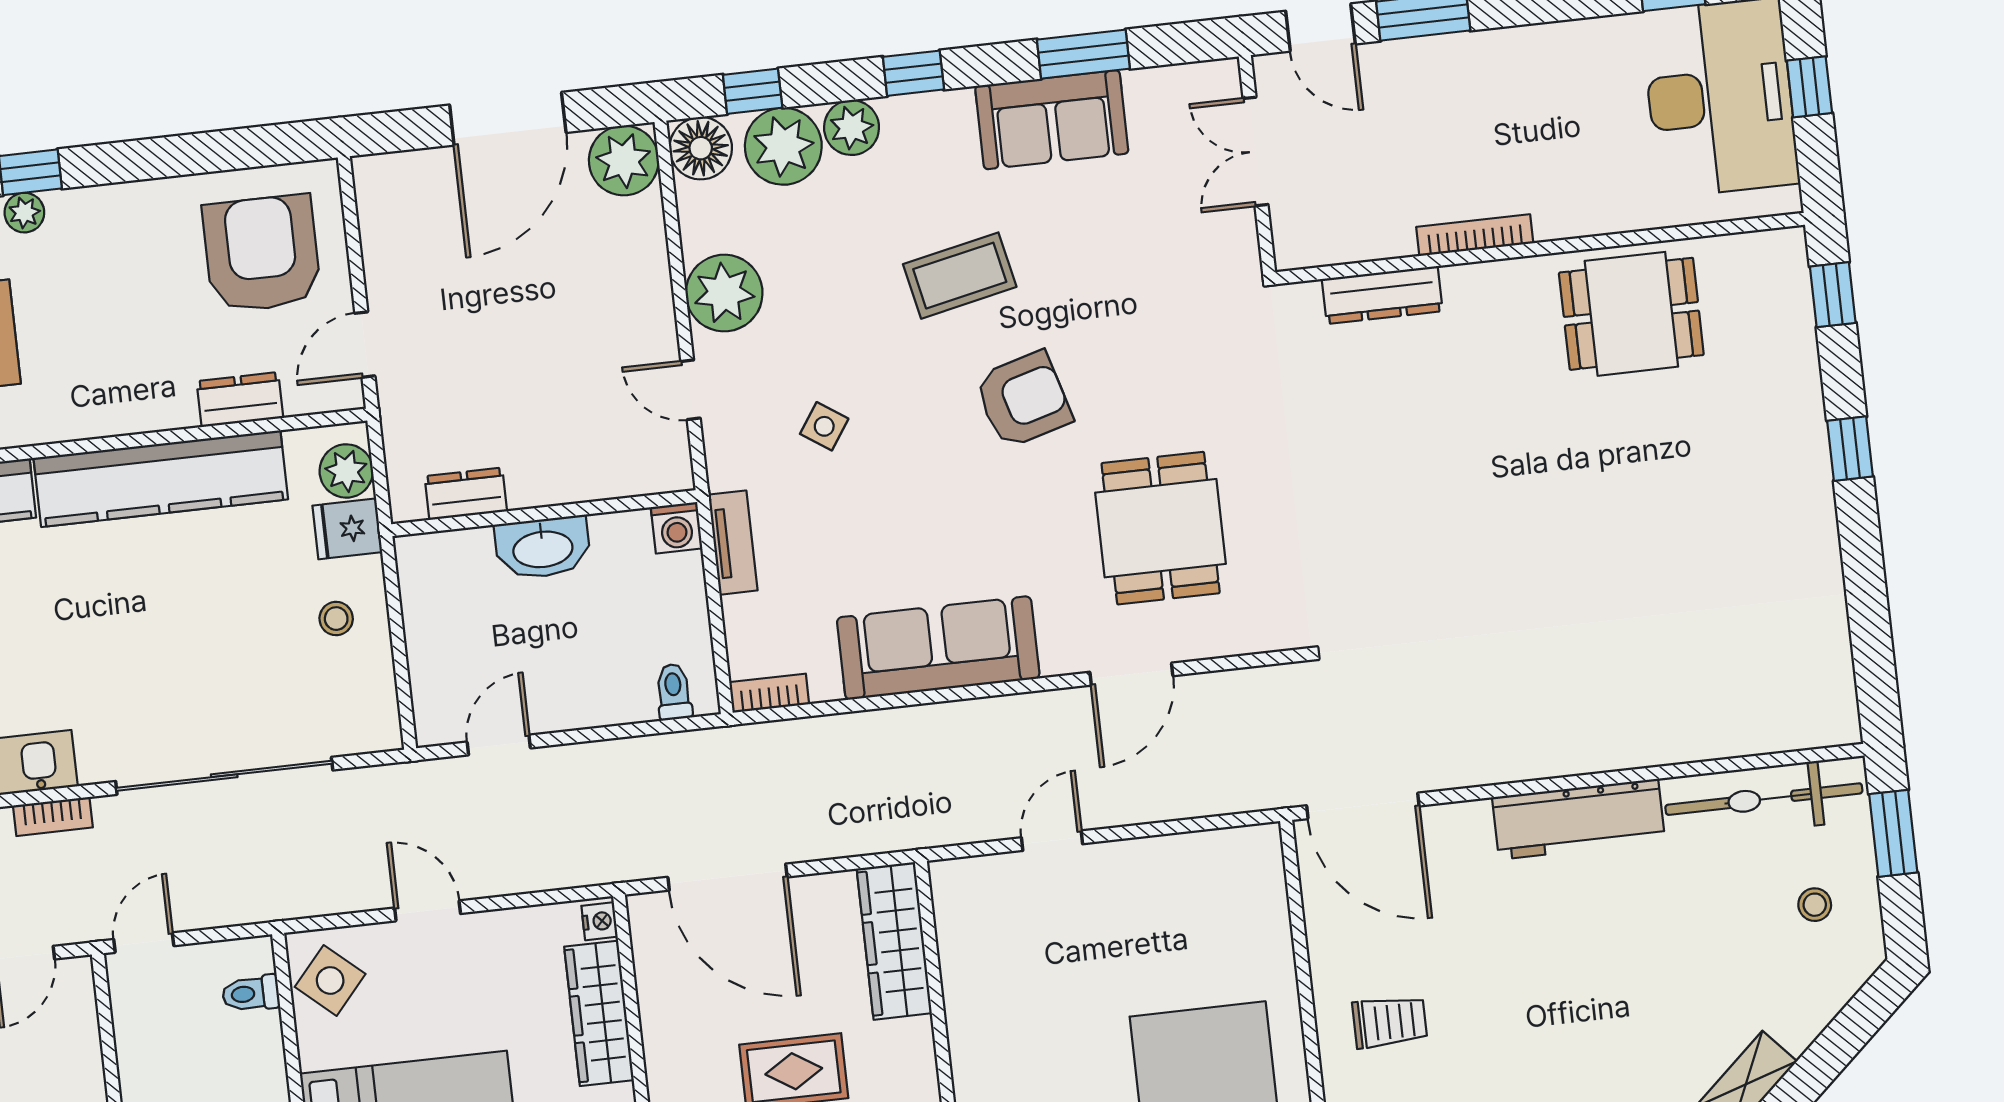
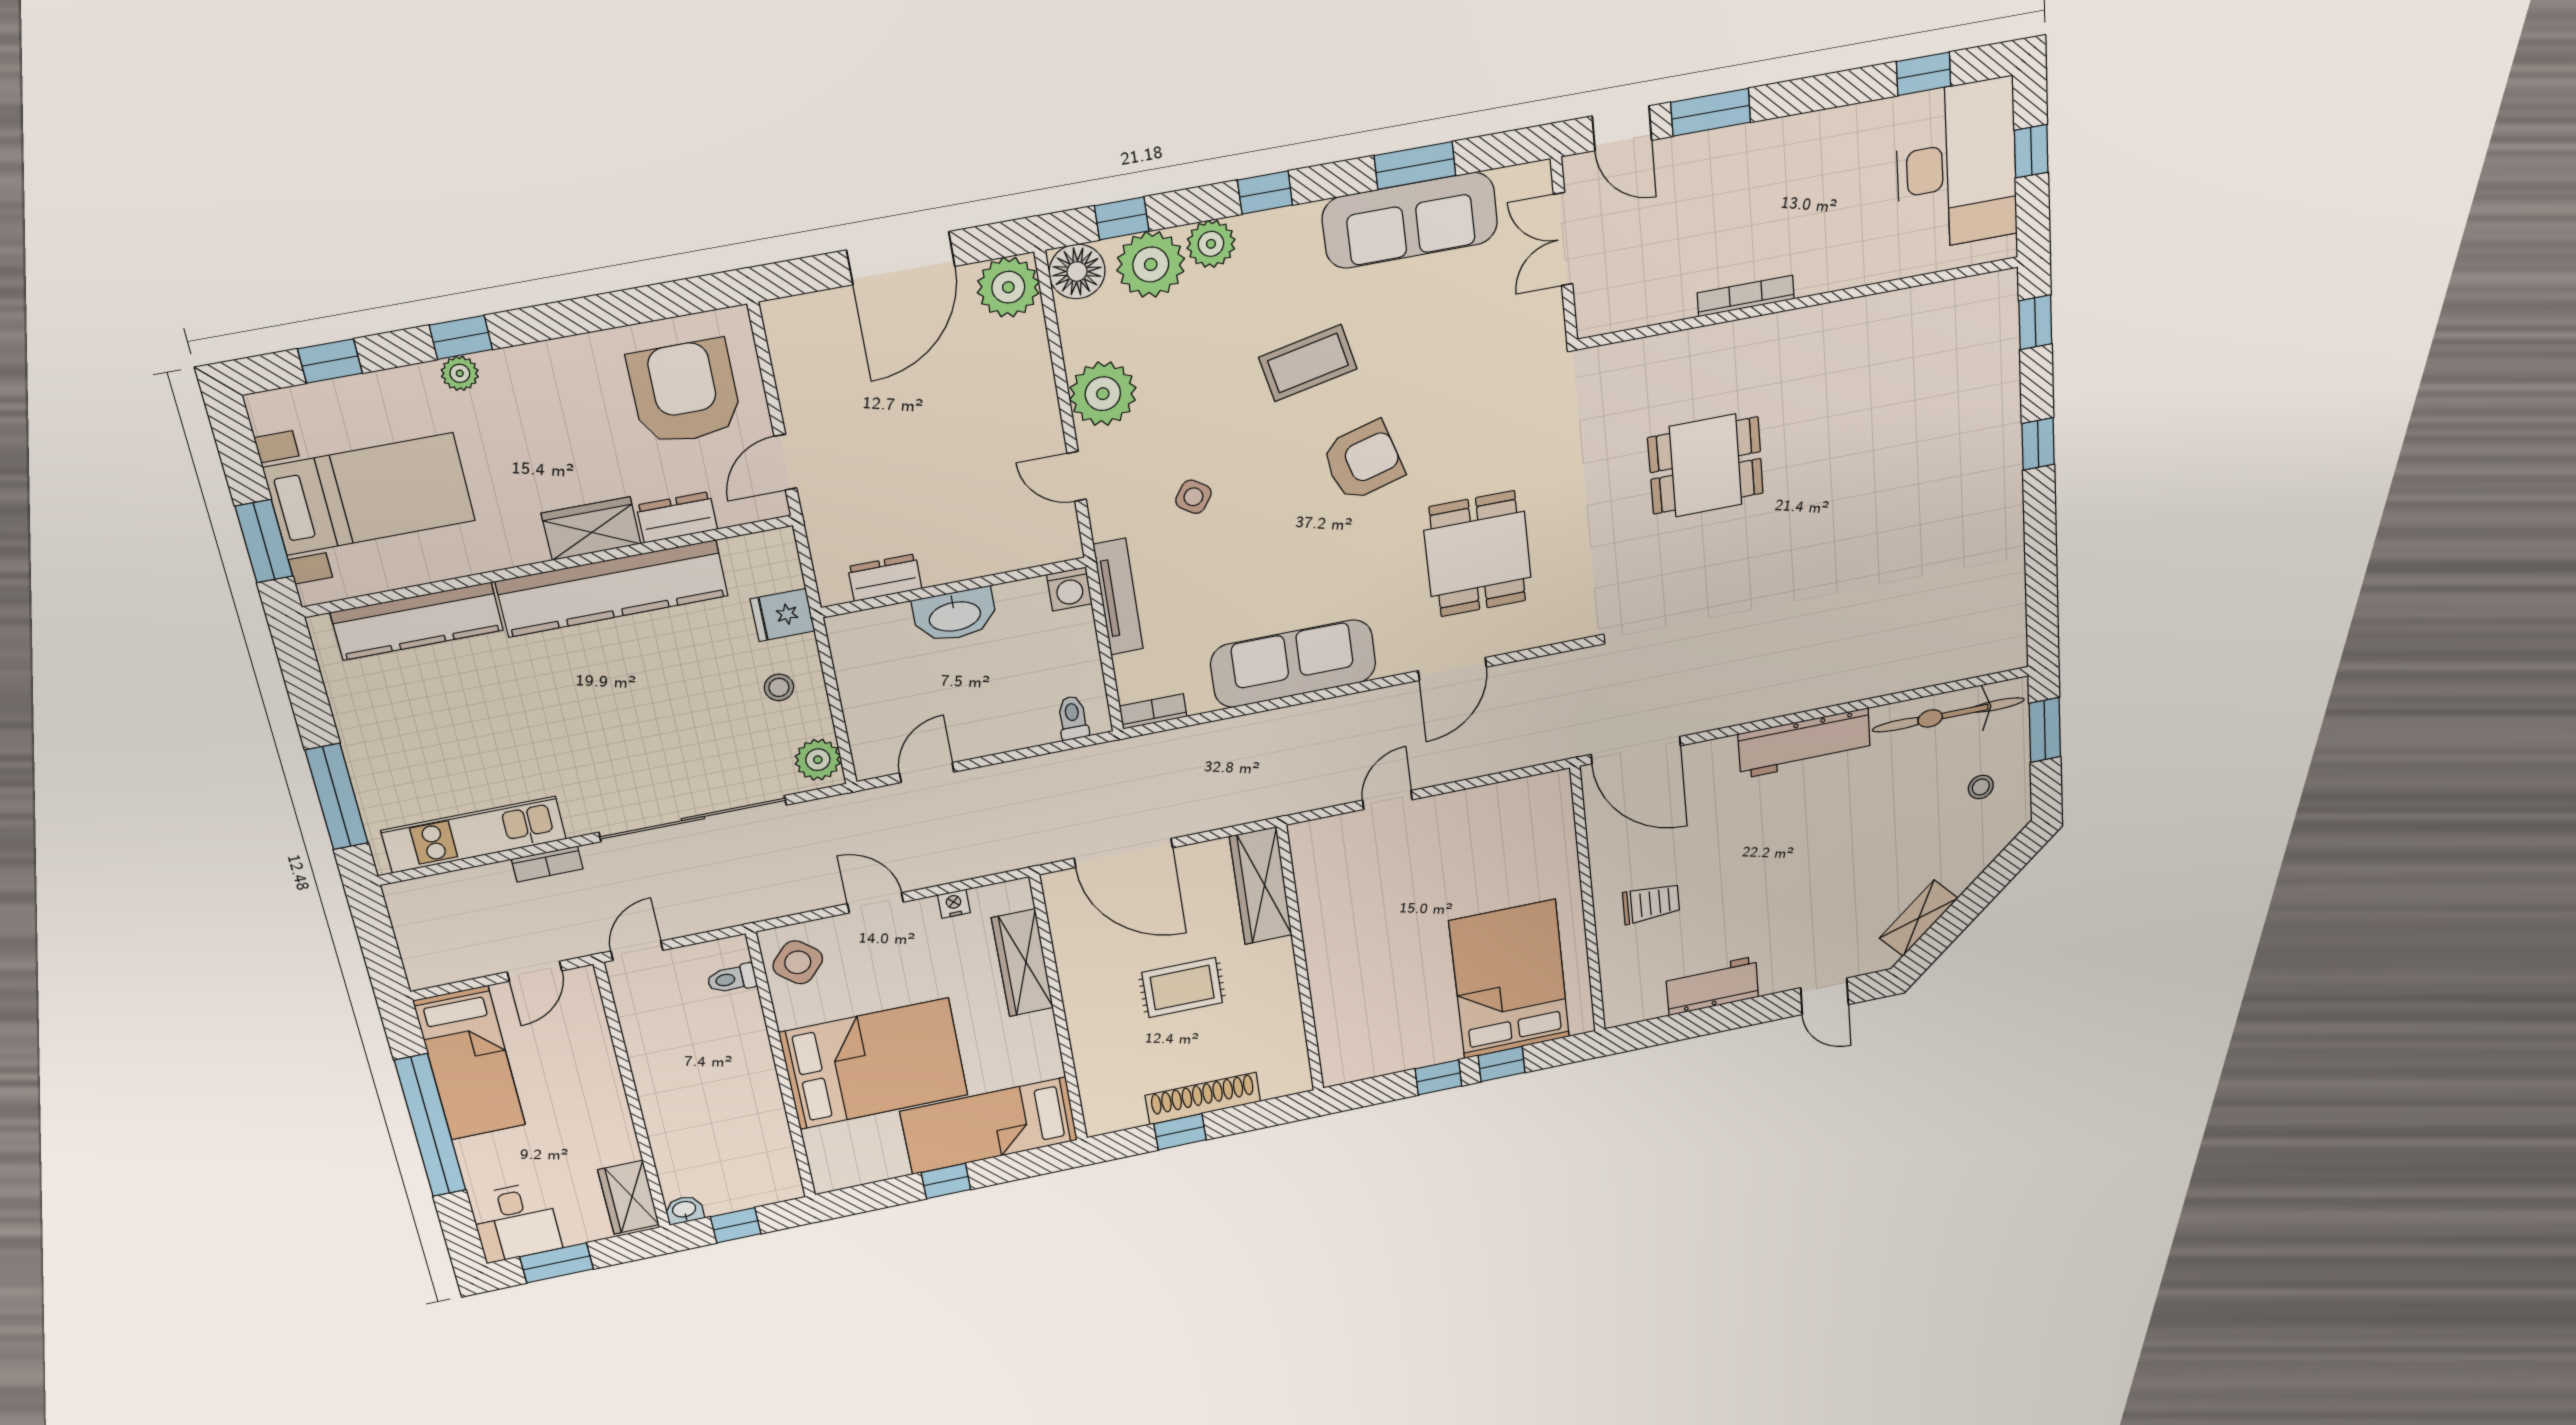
sofa: (1052, 120) -> (1410, 220), width x1.36
dresser: (1382, 295) -> (1666, 351), removed
dining table: (1631, 314) -> (1706, 466), moved
wardrobe: (145, 405) -> (591, 529), added
plant: (346, 471) -> (818, 760), moved
tv unit: (733, 543) -> (1118, 597), width x1.41
nightstand: (599, 921) -> (954, 904), moved, turned -90

